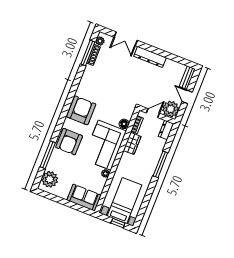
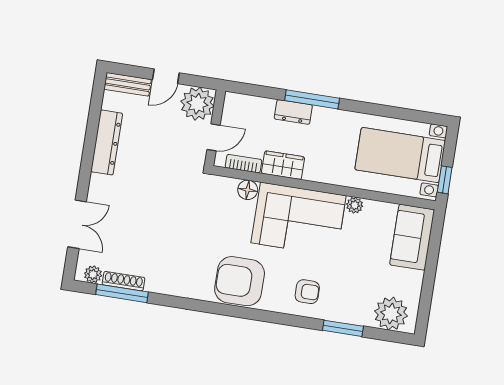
dresser: (150, 57) -> (107, 142), moved
door: (153, 113) -> (213, 137), swing flipped
dresser: (166, 130) -> (293, 112), moved
armchair: (69, 142) -> (307, 292), width x0.53, depth x0.53
window: (48, 155) -> (343, 328), width x0.69
window: (118, 223) -> (445, 180), moved

